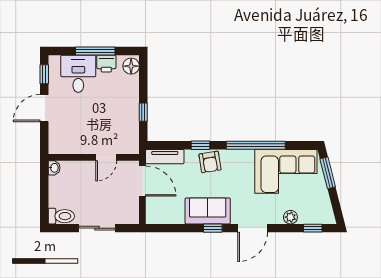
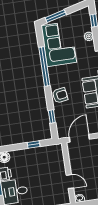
window: (201, 145) -> (52, 117), moved
door: (106, 157) -> (70, 182), moved
tv unit: (165, 157) -> (61, 126), removed

